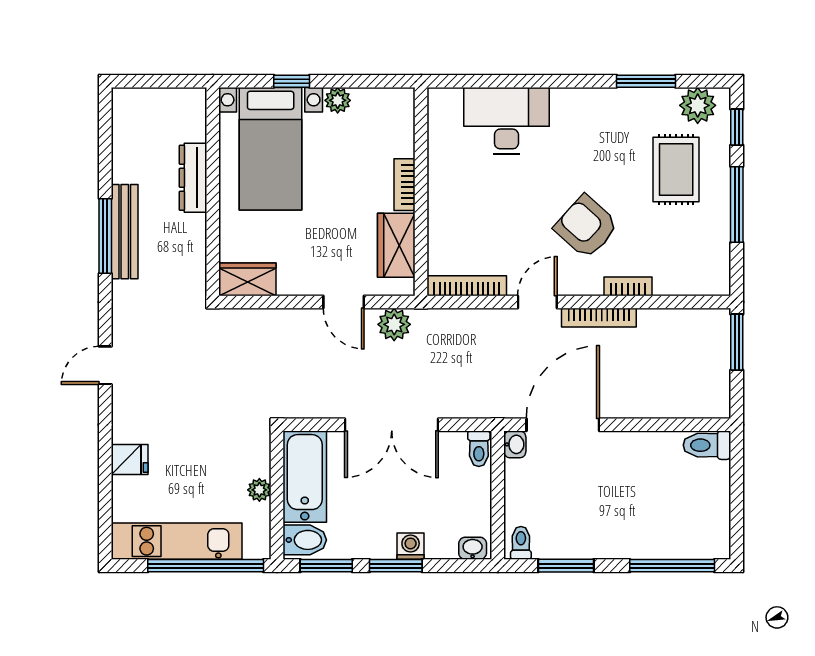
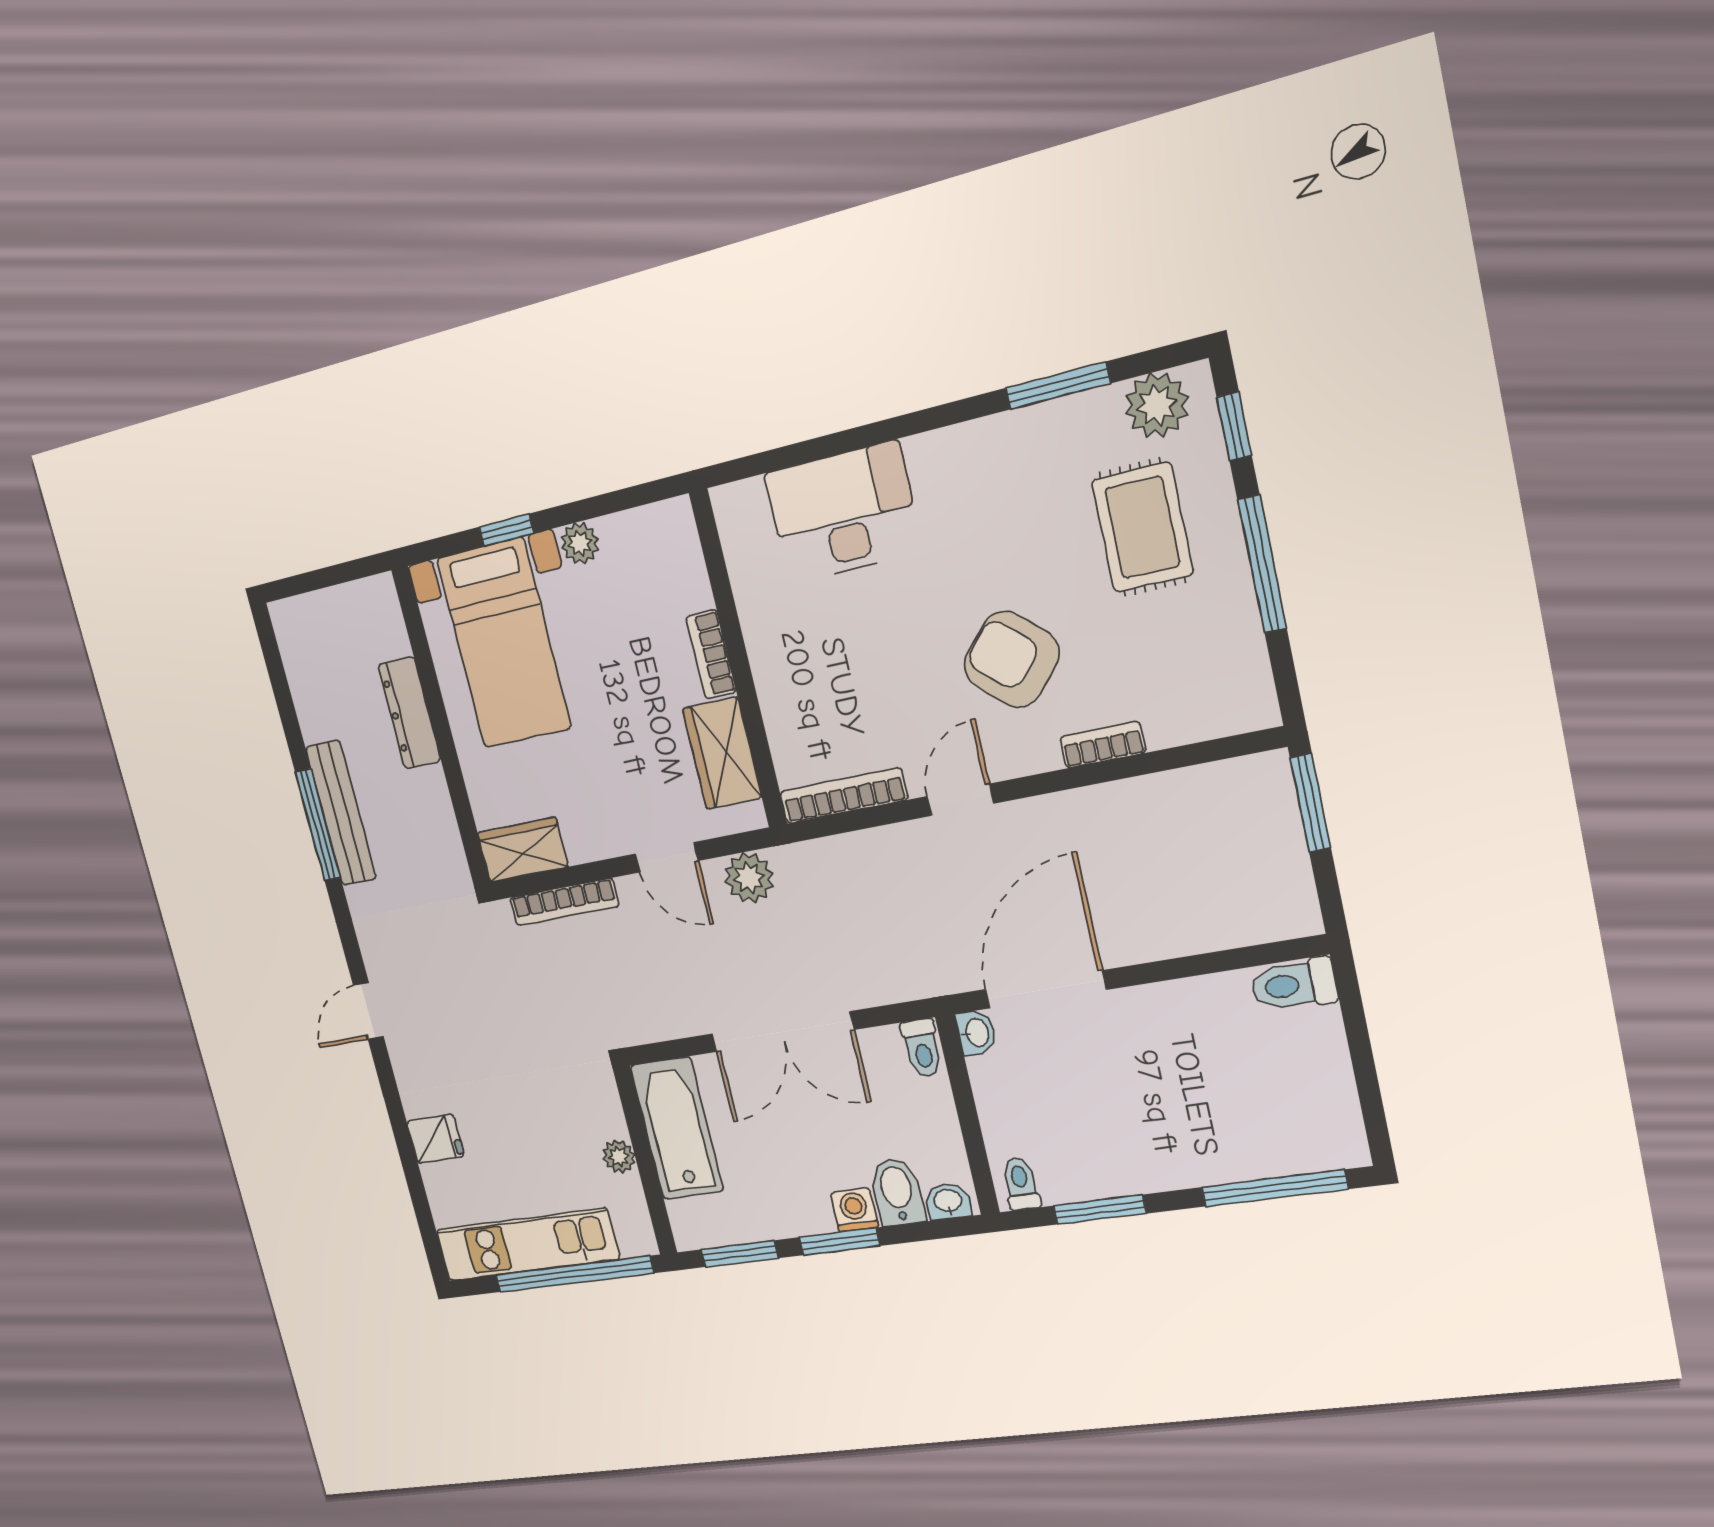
bookcase: (599, 318) -> (564, 902), moved
bidet: (305, 540) -> (897, 1192), moved, turned -90

